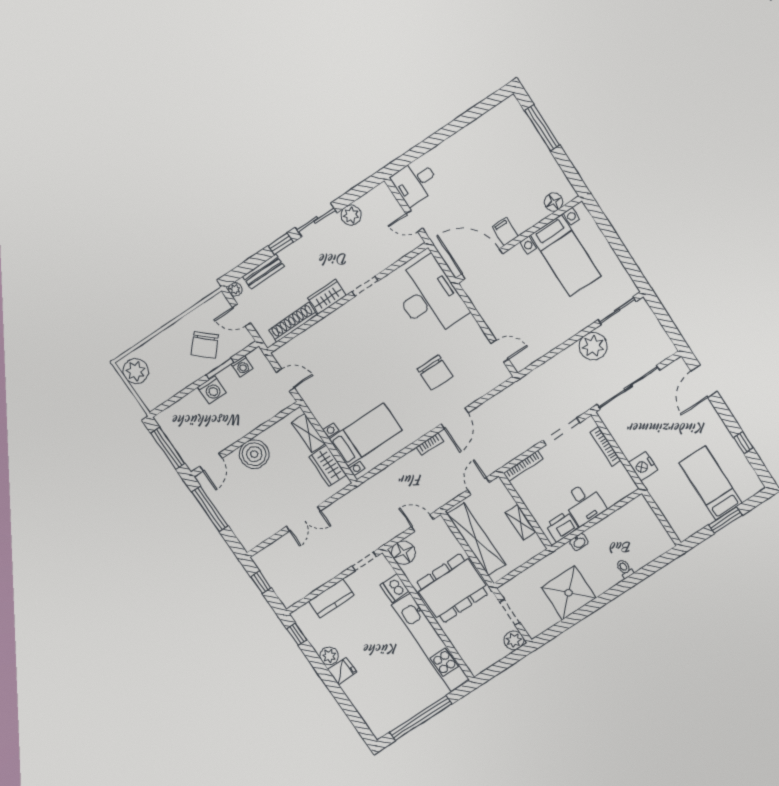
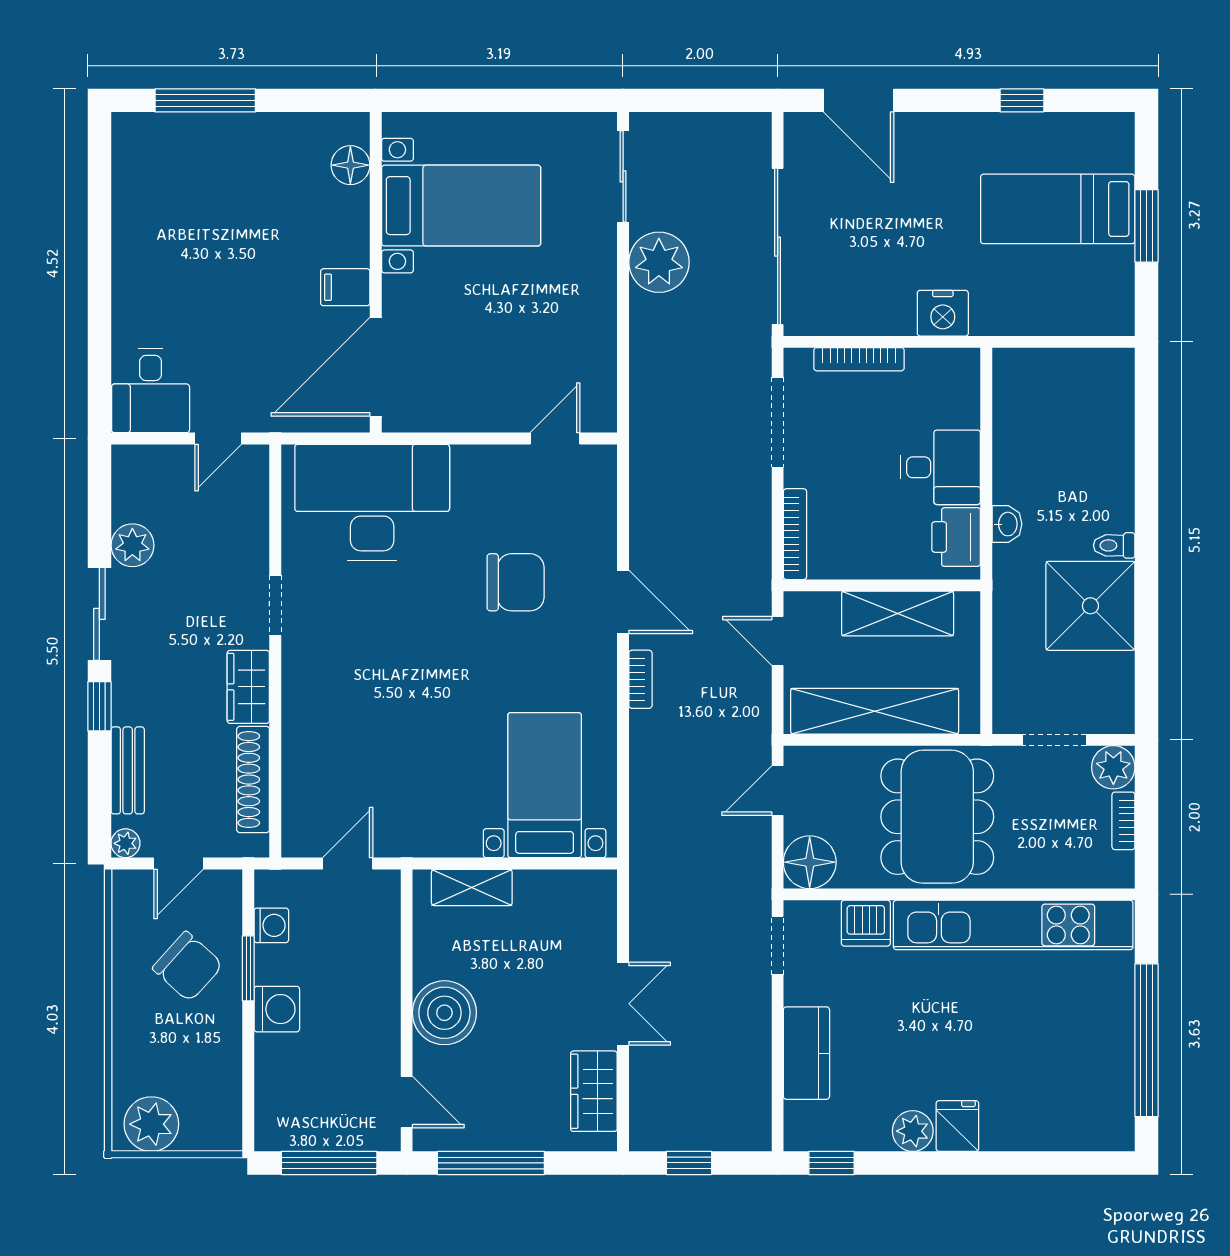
wardrobe: (328, 466) -> (594, 1091), moved, turned 90
shelving: (521, 522) -> (898, 614), width x1.50, depth x1.33
toilet: (625, 569) -> (1114, 545), moved
bookcase: (496, 657) -> (1123, 821), added

